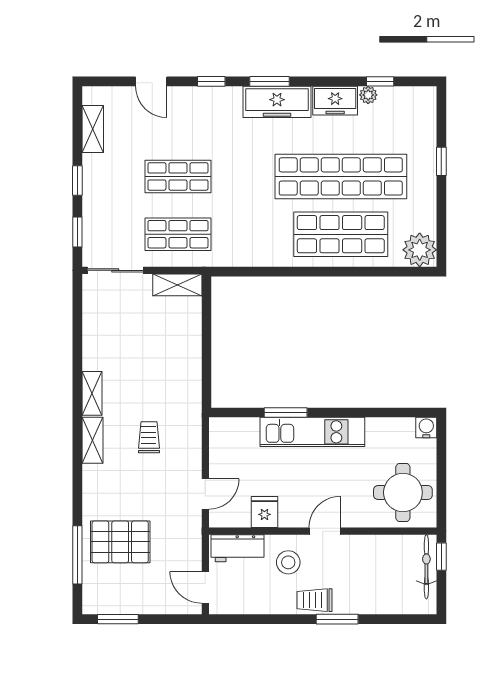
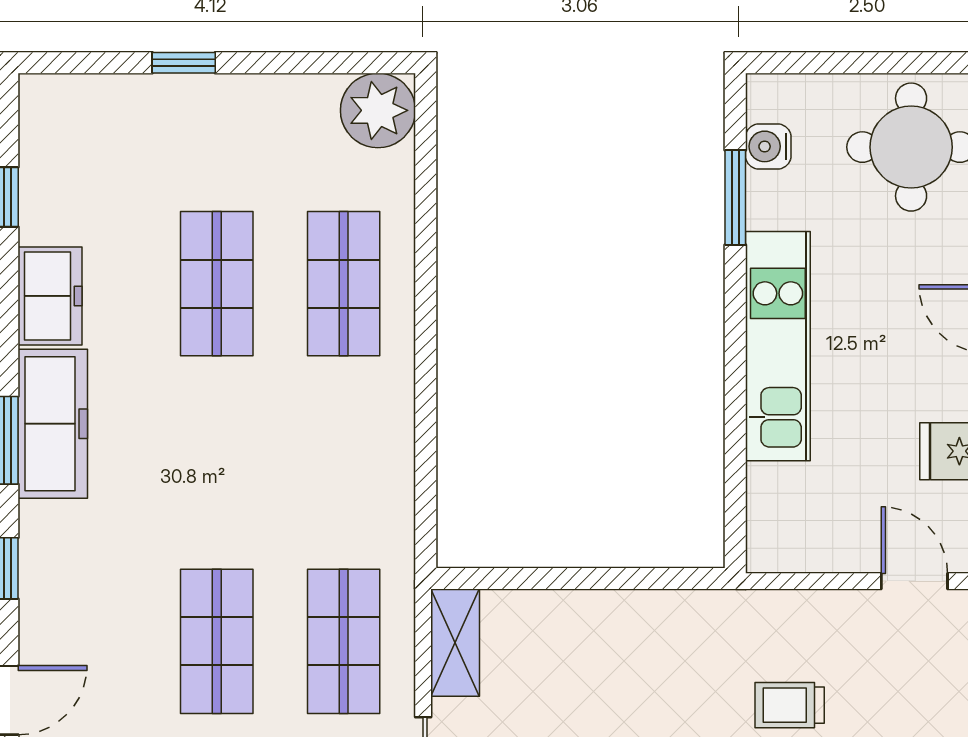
plant: (368, 95) -> (38, 223), removed
shop shelf: (341, 176) -> (217, 284), width x0.50, depth x0.74
shop shelf: (341, 234) -> (344, 284), width x0.70, depth x0.74
window: (286, 412) -> (735, 197), moved
water cooler: (426, 427) -> (768, 146), moved

